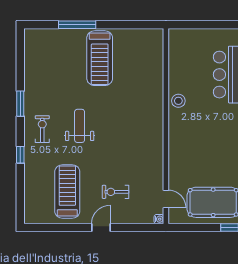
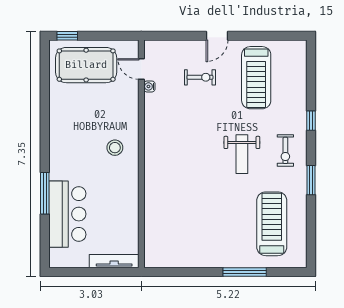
tv unit: (189, 34) -> (114, 261), added
treadmill: (100, 58) -> (272, 224), moved
stool: (178, 101) -> (115, 148), moved
water cooler: (159, 219) -> (149, 86), moved

